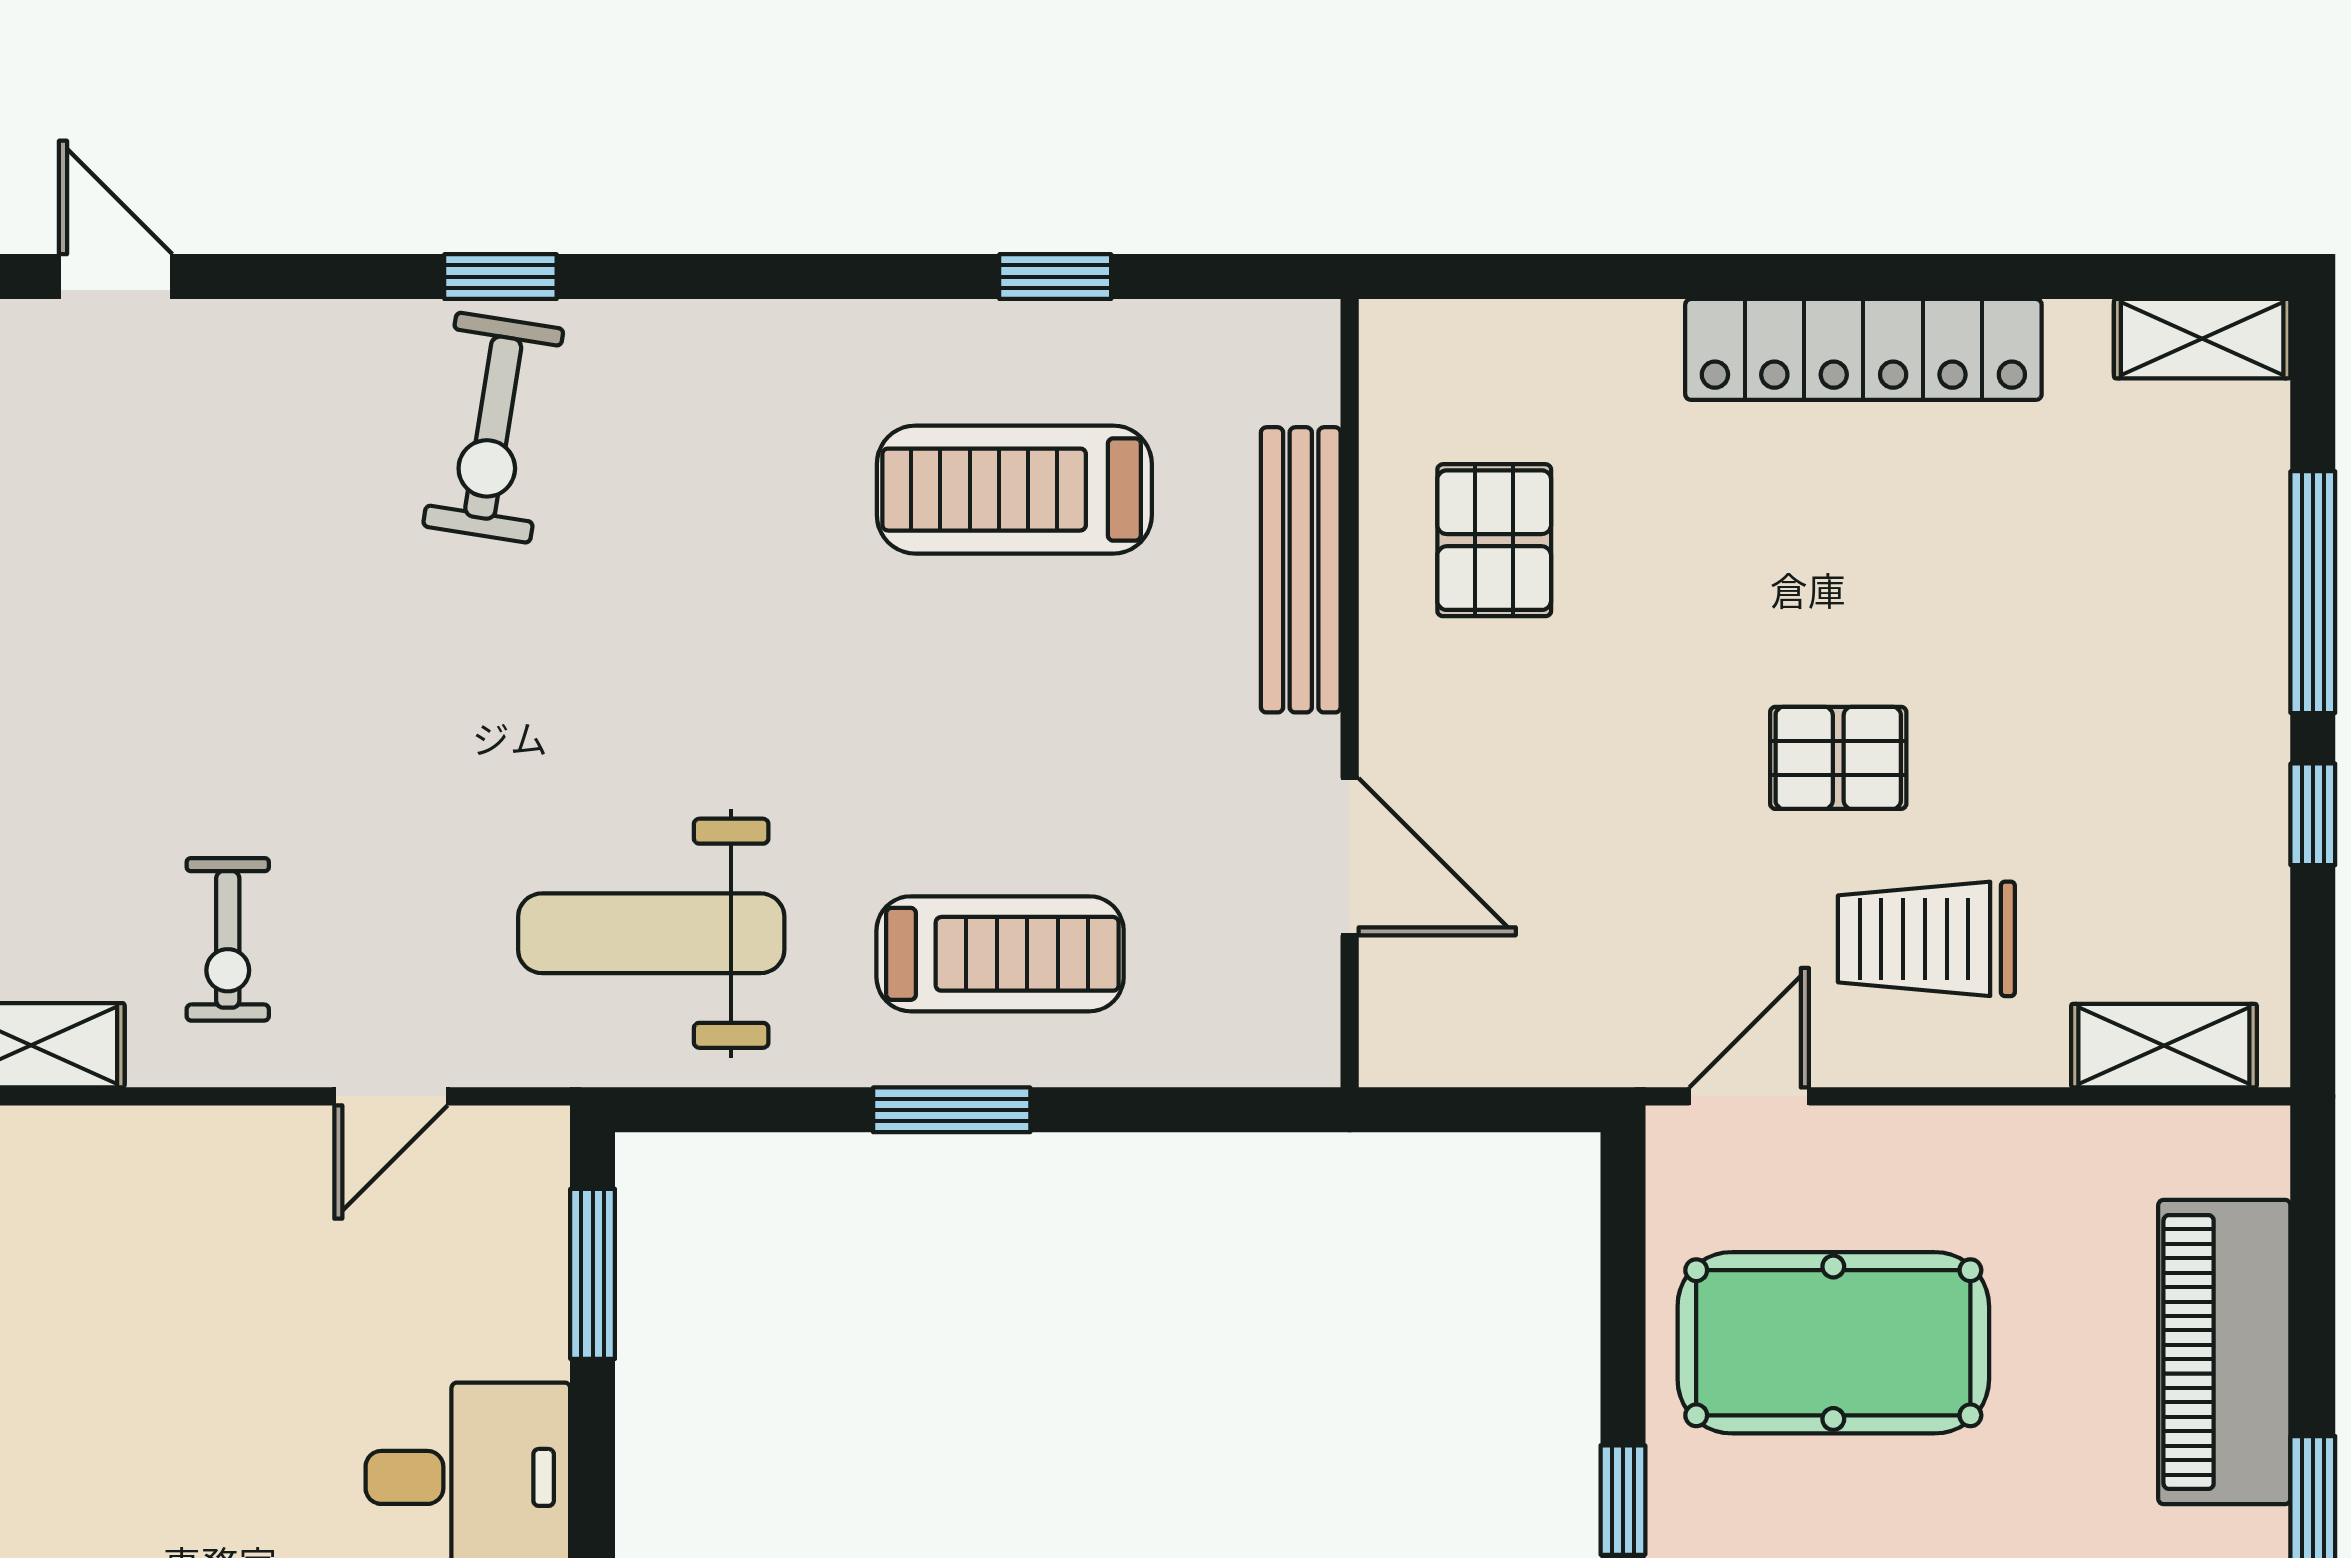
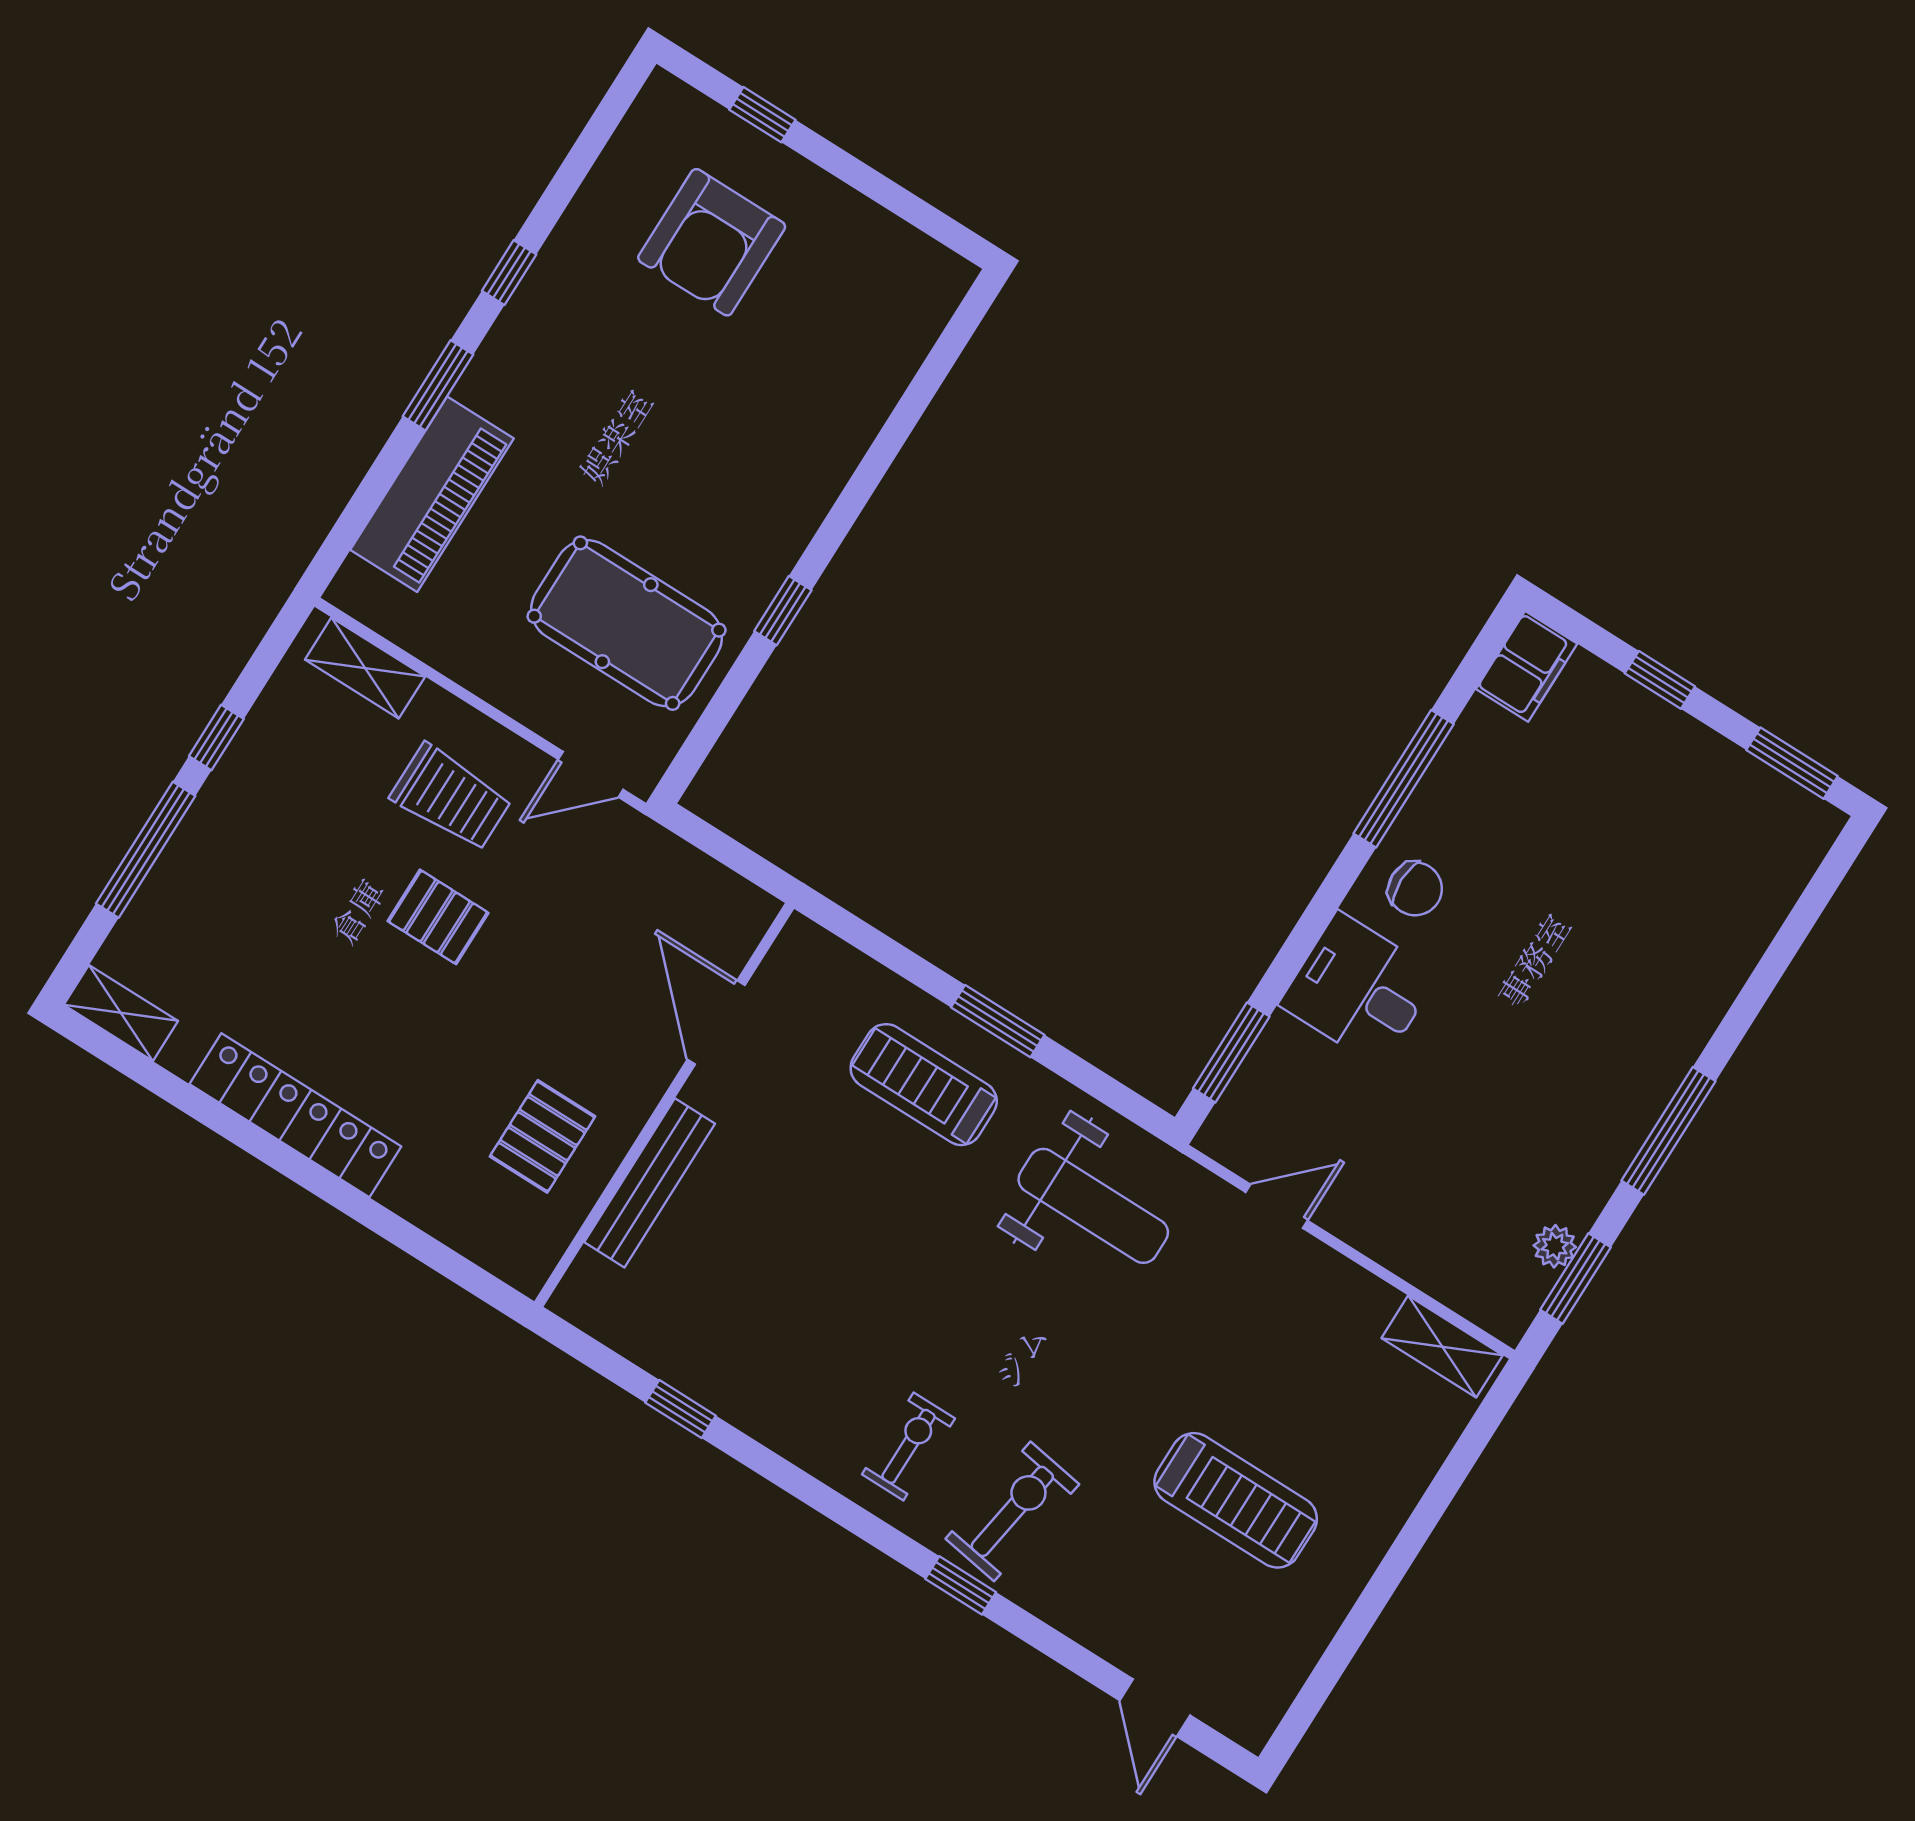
treadmill: (1014, 490) -> (1236, 1500), moved
exercise bike: (228, 939) -> (908, 1446), moved

